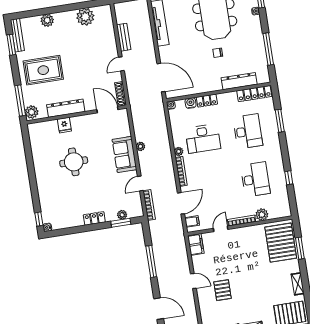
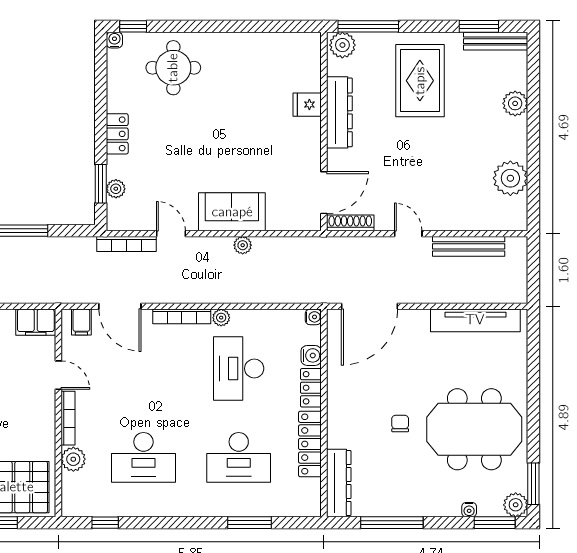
bench: (124, 37) -> (469, 246), width x1.36
dresser: (239, 81) -> (339, 483), moved
locker: (254, 94) -> (310, 444), moved
round table: (74, 162) -> (173, 68), moved
window: (289, 178) -> (105, 523), moved

